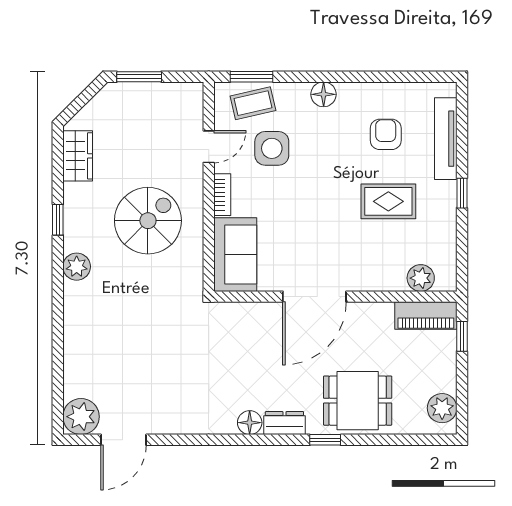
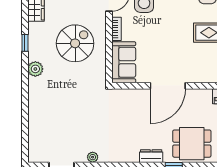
plant: (81, 417) -> (93, 157), moved, width x0.53, depth x0.53
floor lamp: (250, 423) -> (132, 156), removed

